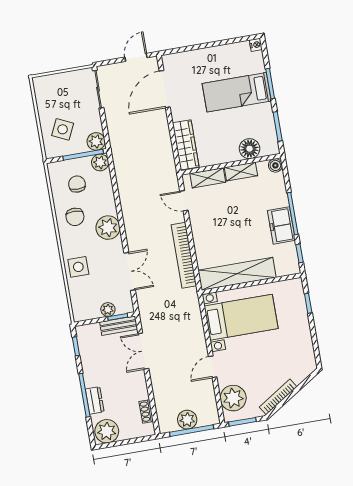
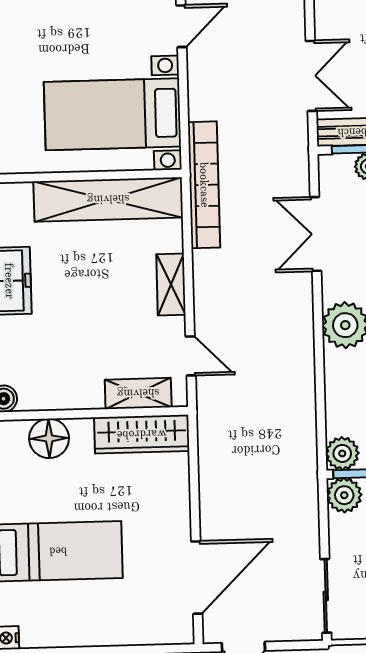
wardrobe: (186, 145) -> (142, 434), moved, turned -90
shelving: (241, 172) -> (171, 285), moved, turned 90
bookcase: (184, 255) -> (204, 185), moved

